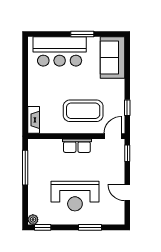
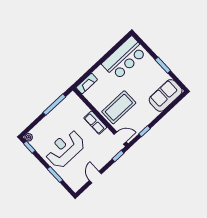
bar counter: (60, 51) -> (124, 58), moved, turned -90
coffee table: (83, 111) -> (119, 107), turned 90
reception desk: (75, 196) -> (65, 149), turned 90

